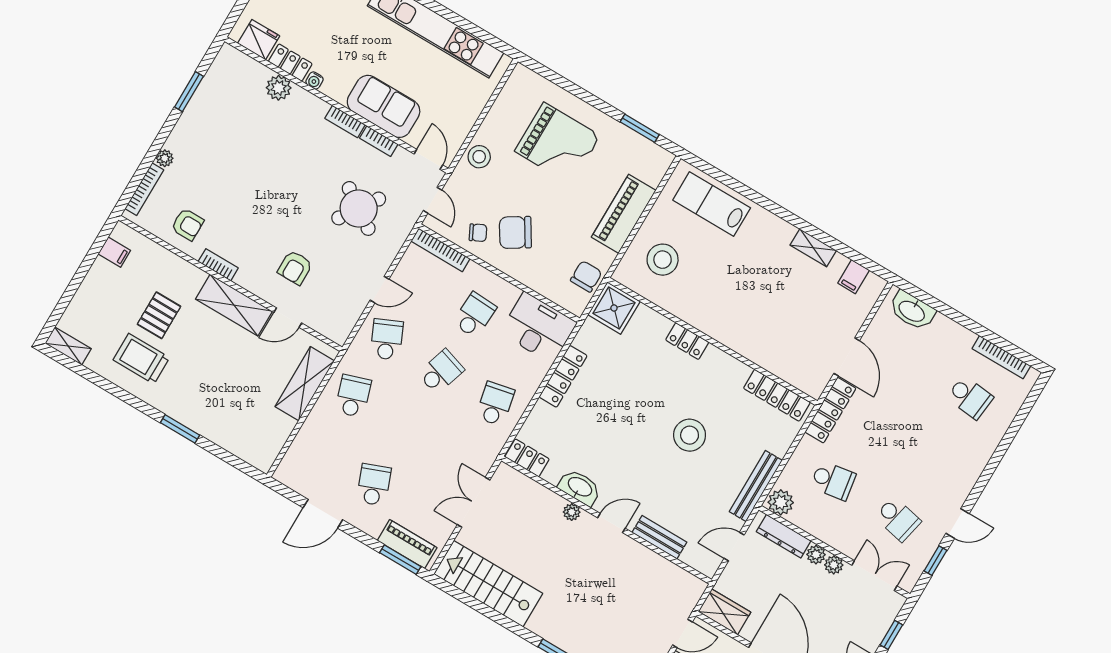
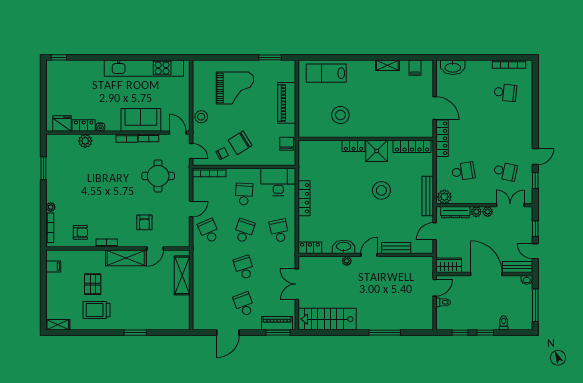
round table: (359, 208) -> (158, 176), turned -34
stool: (663, 260) -> (340, 115), moved
shower: (614, 308) -> (377, 151), moved
school desk: (353, 396) -> (244, 268), moved

